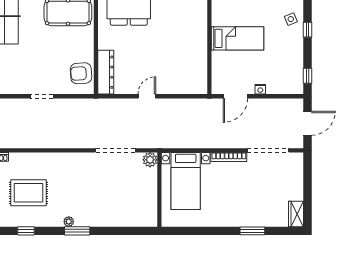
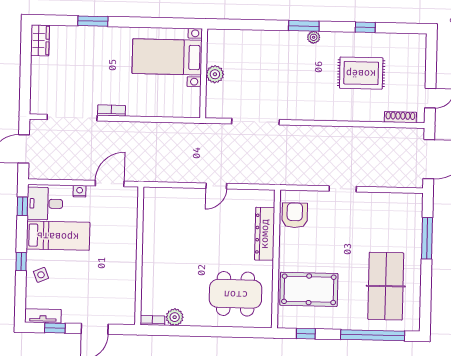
bed: (238, 38) -> (58, 236), moved, turned 180
dresser: (106, 72) -> (265, 234), moved
armchair: (81, 73) -> (295, 215), turned -86
desk: (289, 78) -> (45, 204), added
bookcase: (229, 157) -> (112, 110), width x0.64
plant: (150, 160) -> (215, 74), moved
bed with nightstands: (186, 181) -> (167, 57), moved, turned -90

